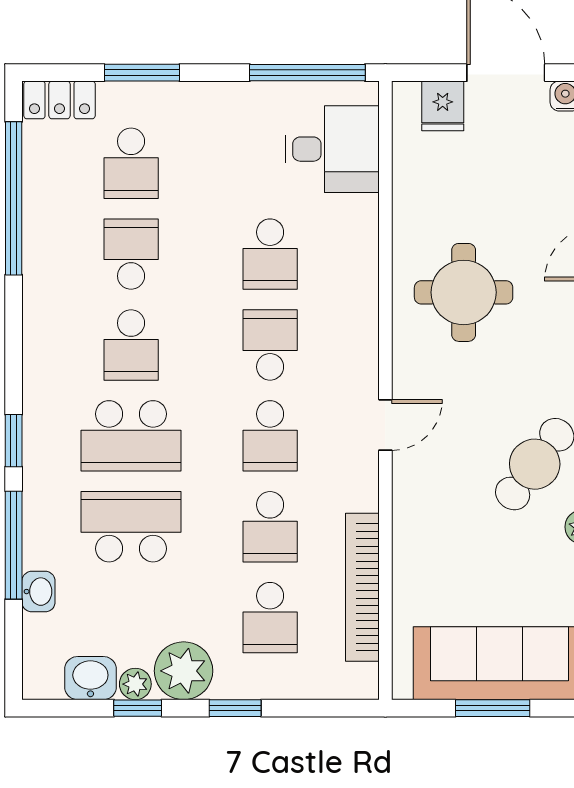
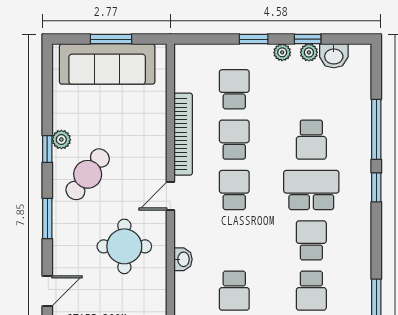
school desk: (270, 254) -> (234, 291), turned 180
round table: (464, 292) -> (124, 246), moved
school desk: (270, 345) -> (234, 240), removed
school desk: (131, 527) -> (311, 140), width x0.54
bookcase: (362, 587) -> (183, 134), moved
washbasin: (38, 592) -> (183, 259), moved, turned 180
plant: (184, 671) -> (282, 52), width x0.53, depth x0.53

